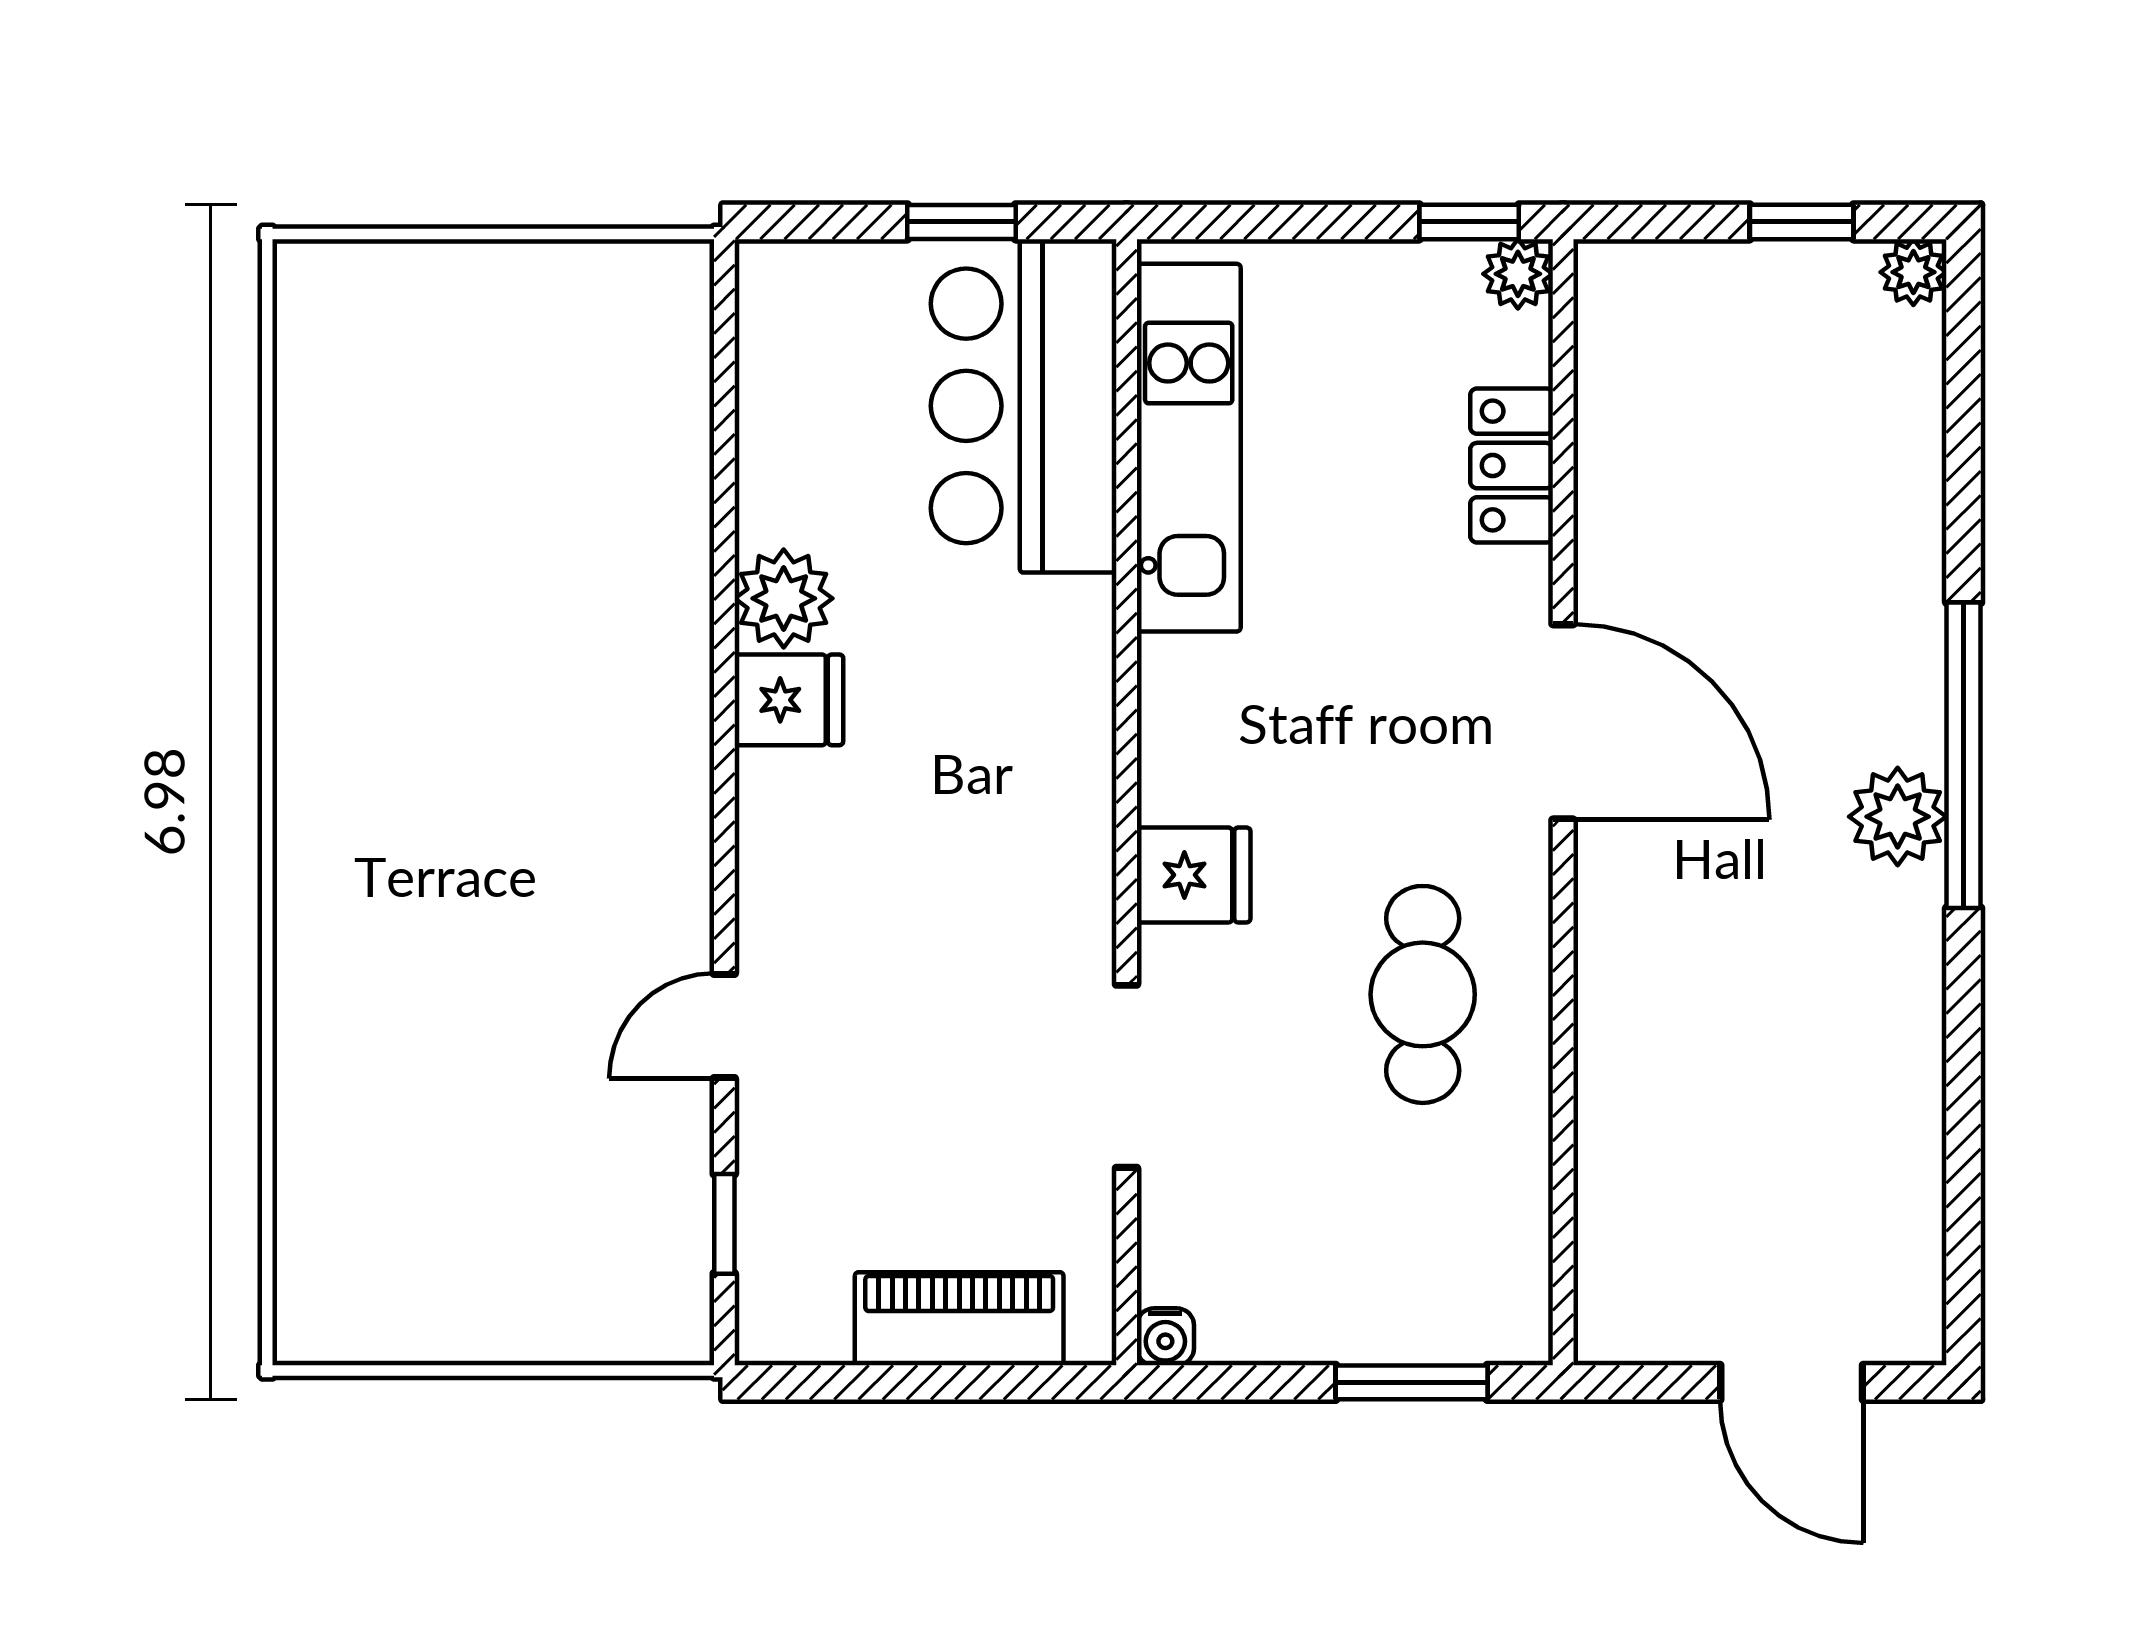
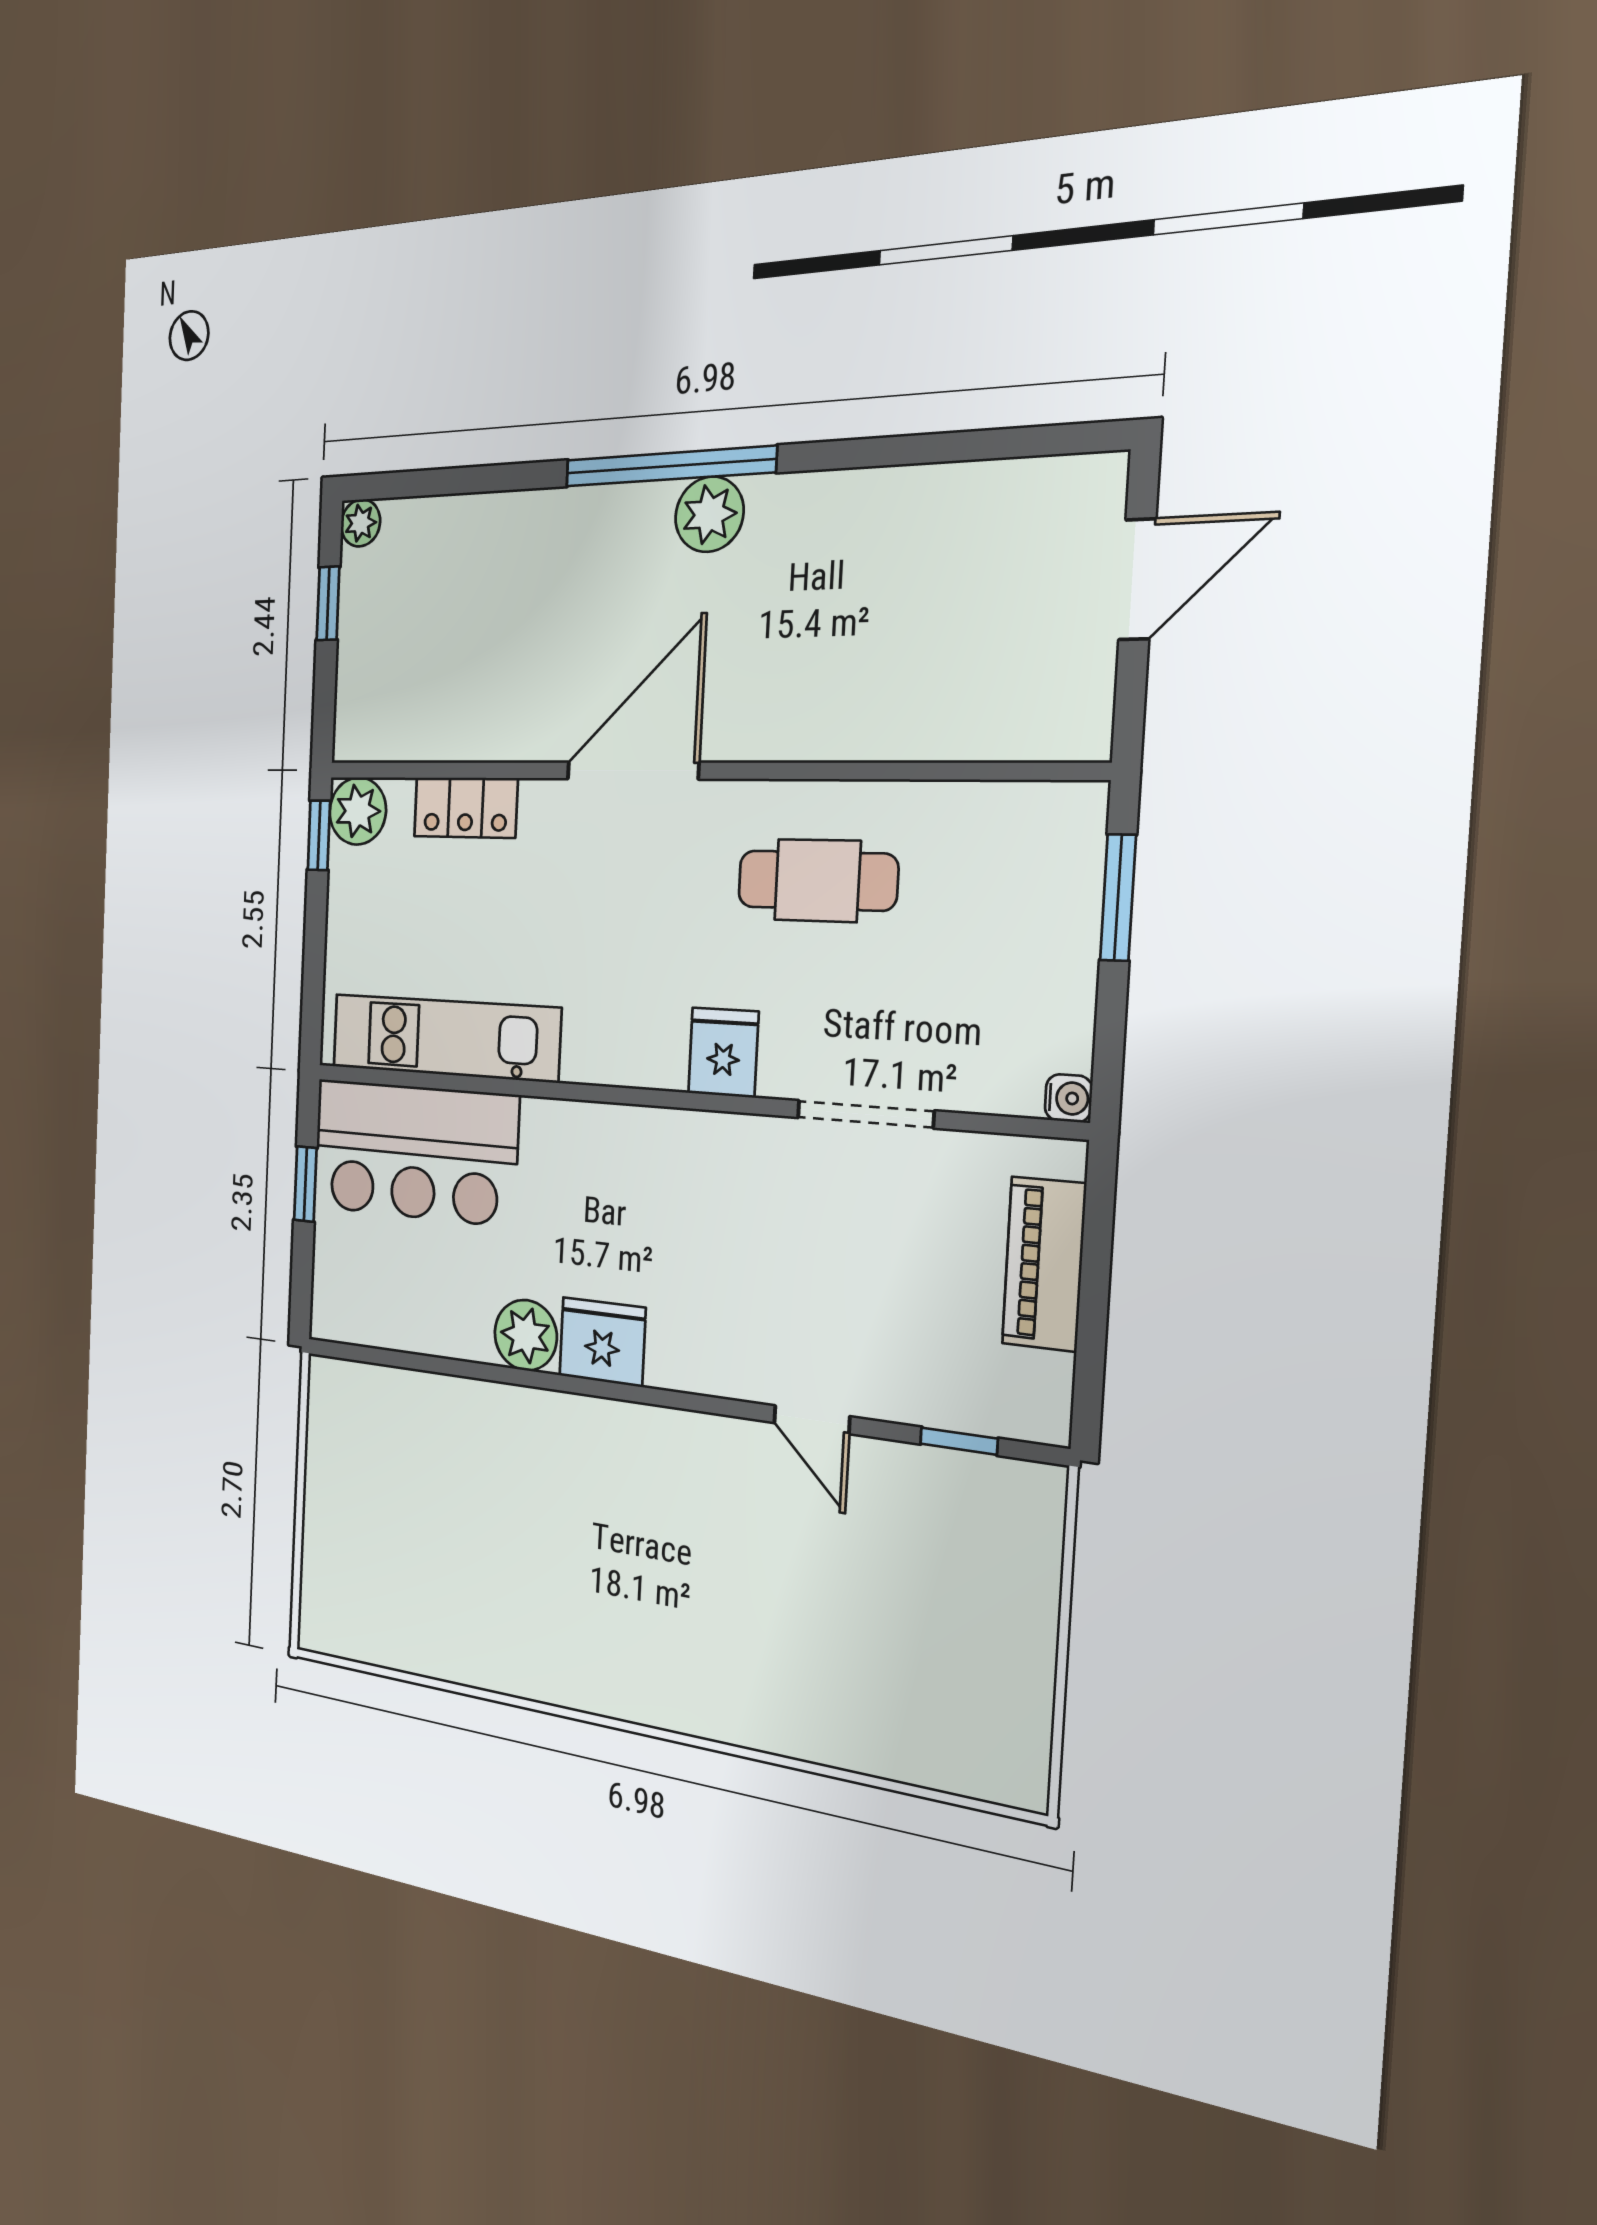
plant: (1518, 274) -> (358, 811), width x1.38, depth x1.38
fridge: (789, 700) -> (602, 1342), width x1.38

